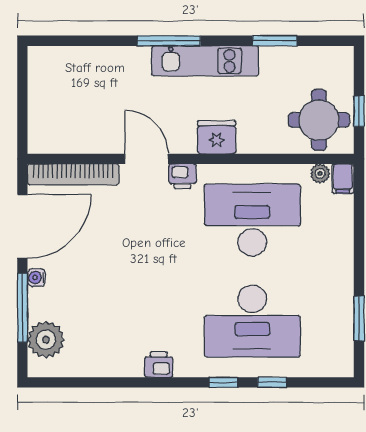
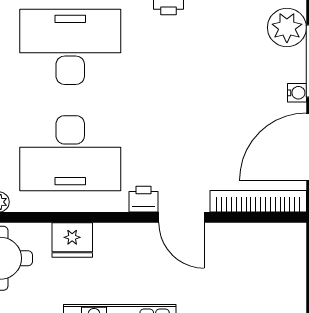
fridge: (217, 137) -> (72, 240), moved

